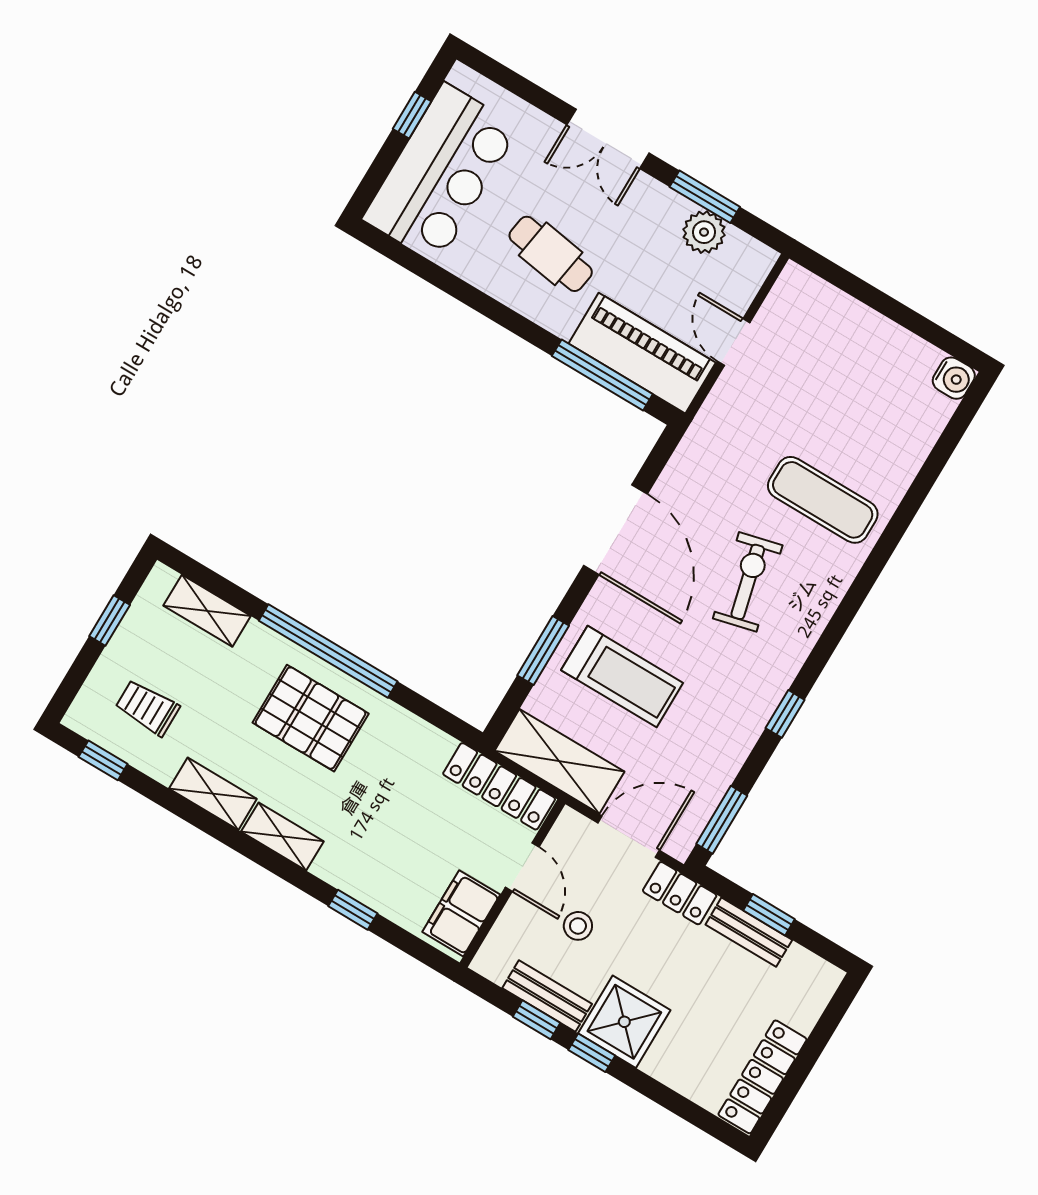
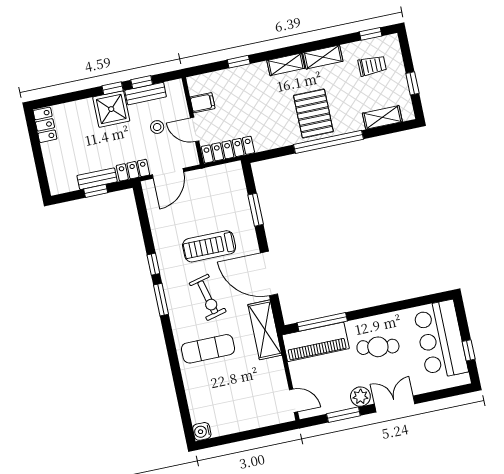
plant: (704, 232) -> (360, 397), moved
door: (734, 342) -> (294, 401), moved
treadmill: (622, 676) -> (209, 246), moved
pallet: (311, 718) -> (313, 114), turned 90
shelving: (559, 761) -> (265, 330), moved, turned 90
window: (722, 820) -> (161, 300), moved
filing cabinet: (461, 913) -> (202, 103), width x0.50
locker: (763, 1077) -> (45, 125), width x0.66

